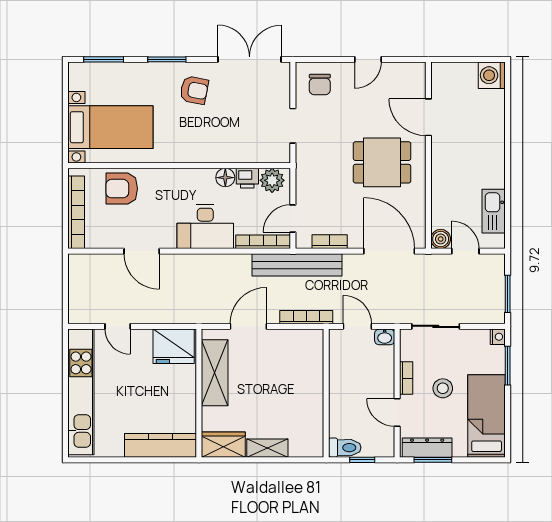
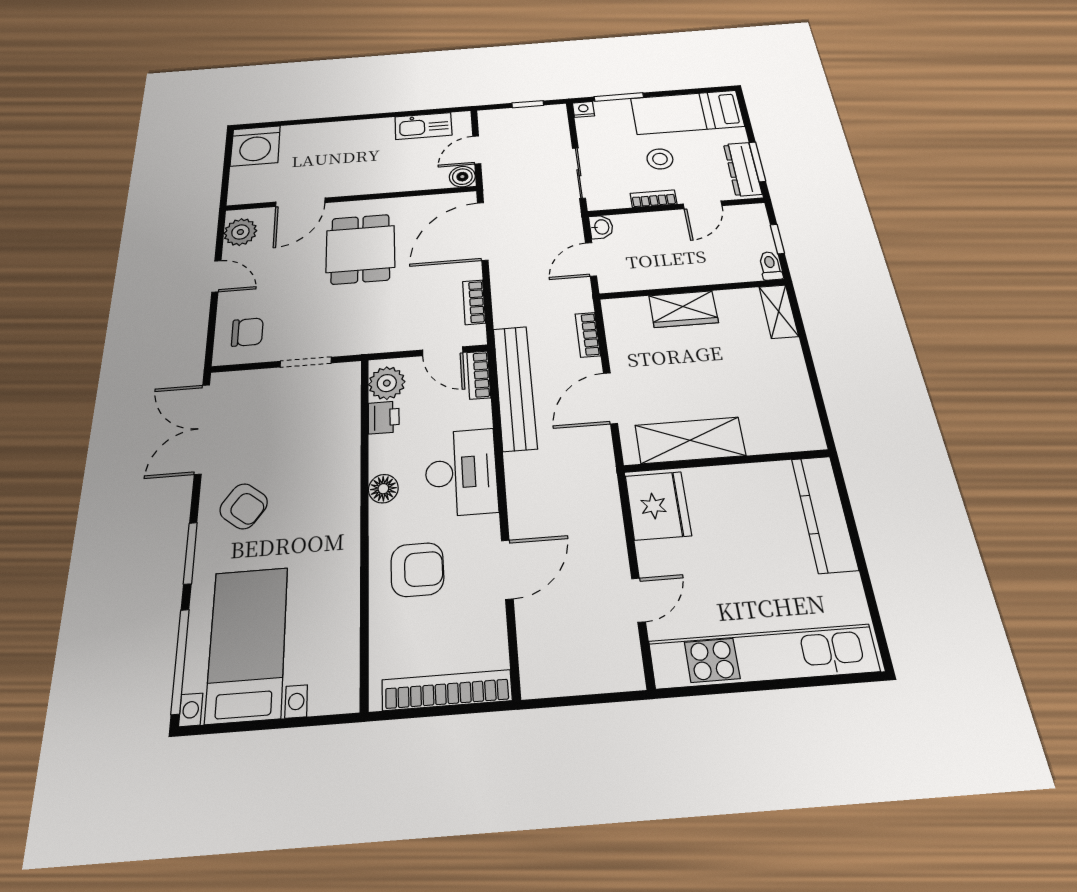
window: (104, 59) -> (180, 661), width x1.44
plant: (405, 74) -> (240, 232), added
washing machine: (492, 75) -> (255, 146), width x1.37, depth x1.37
armchair: (194, 90) -> (244, 506), turned 116
bed with nightstands: (110, 127) -> (247, 644), moved
floor lamp: (225, 178) -> (383, 489), moved
armchair: (122, 189) -> (417, 569), moved, turned -90
bookcase: (263, 242) -> (479, 375), width x0.64
bench: (297, 265) -> (515, 387), moved
window: (508, 294) -> (528, 104), width x0.67
bookcase: (306, 317) -> (588, 335), width x0.64
door: (248, 326) -> (610, 398), hinge flipped
wardrobe: (223, 445) -> (683, 309), moved, turned -90
shelving: (267, 448) -> (779, 311), moved
toilet: (345, 448) -> (770, 266), width x0.73, depth x0.72

